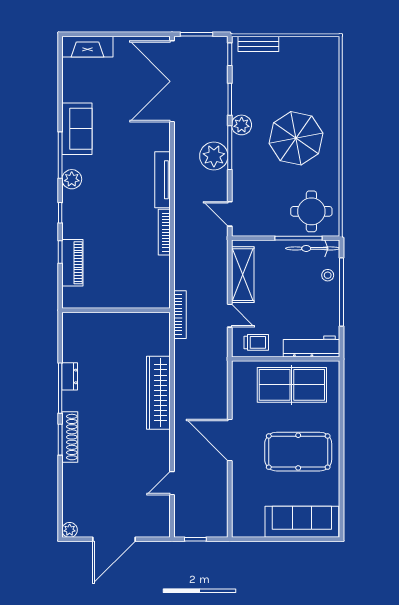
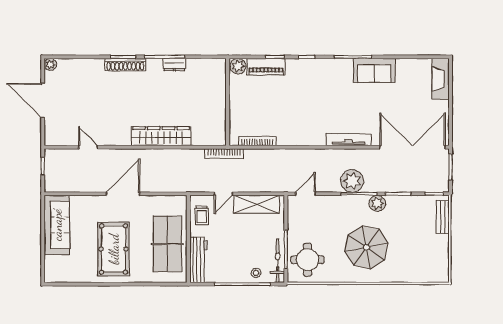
plant: (72, 179) -> (238, 66), moved
tv unit: (163, 180) -> (349, 140), moved
bookcase: (164, 232) -> (257, 141), moved
sofa: (302, 522) -> (57, 225), moved

